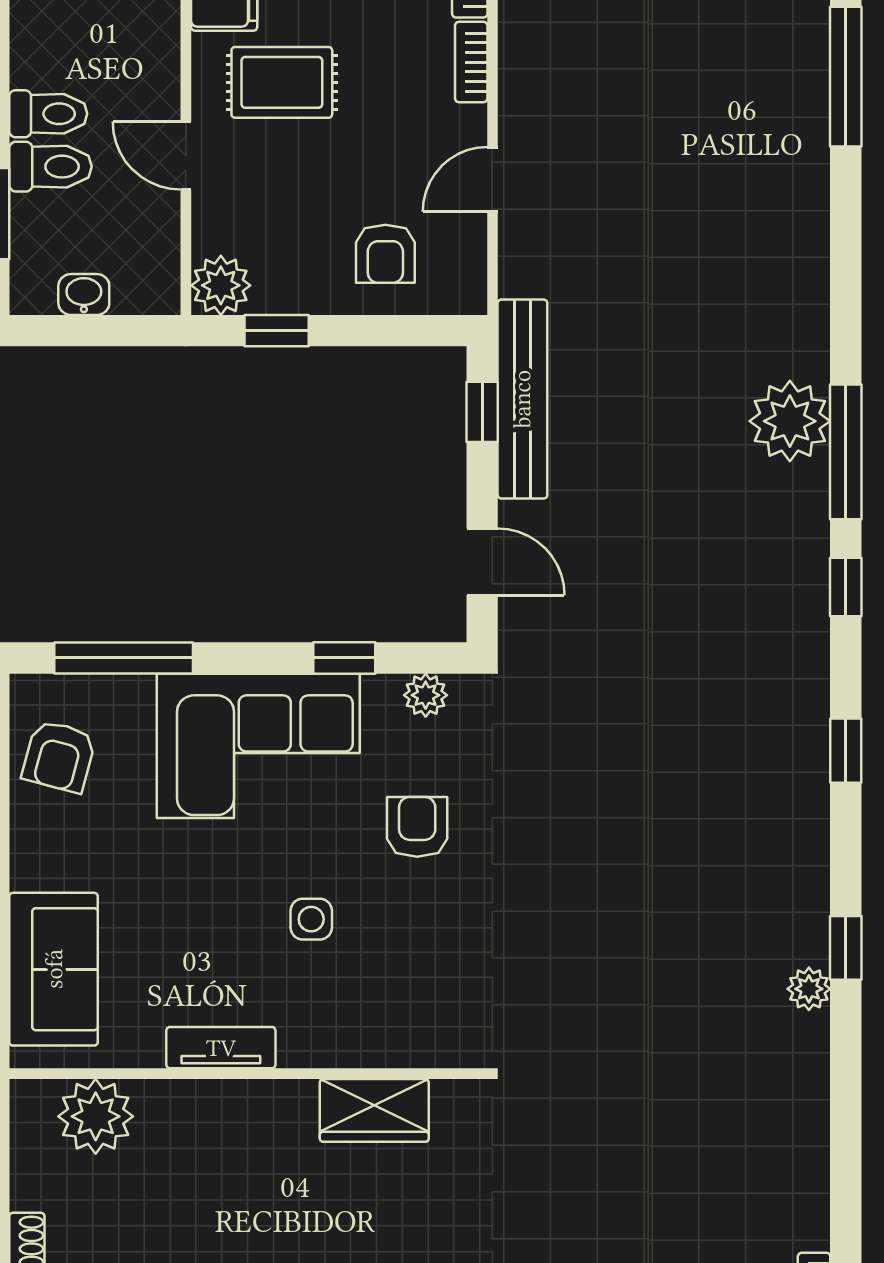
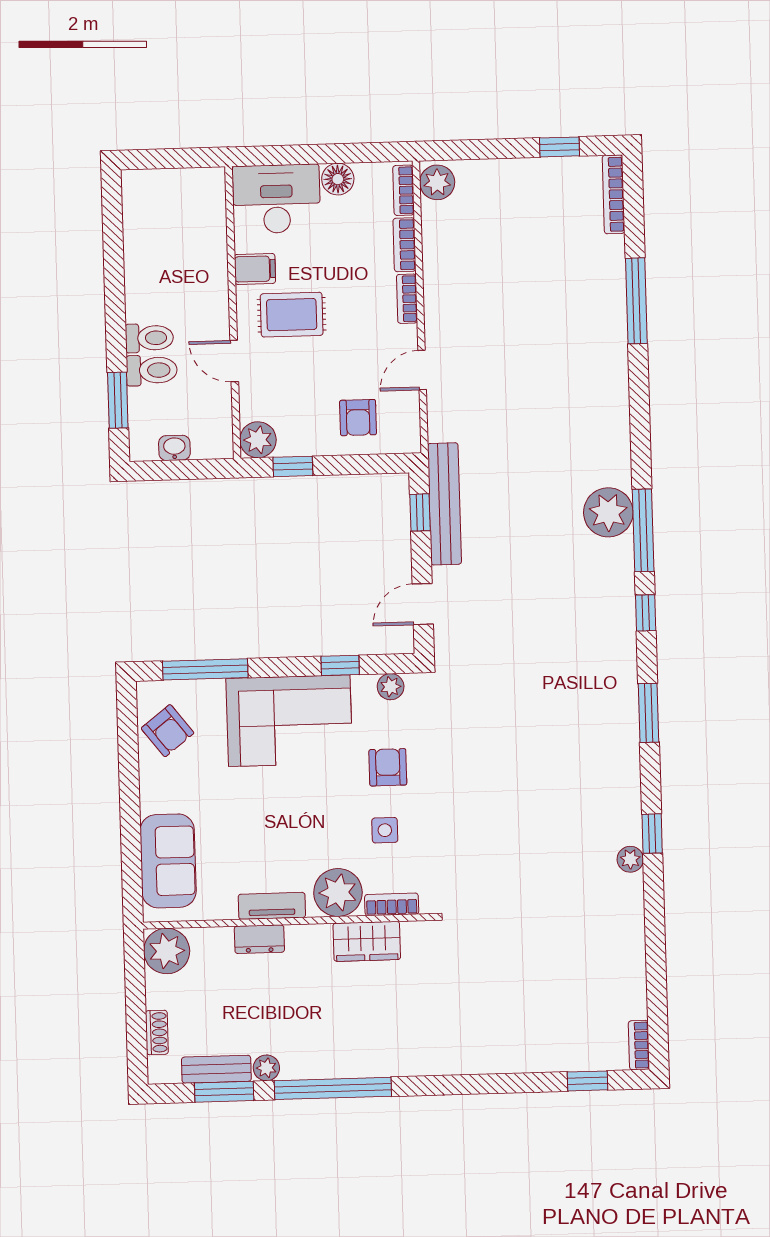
door: (482, 562) -> (423, 604), swing flipped
window: (846, 751) -> (649, 713), width x1.50
armchair: (59, 756) -> (168, 731), turned -53
side table: (311, 919) -> (385, 830), moved
plant: (330, 1029) -> (338, 892), added
bookcase: (417, 1051) -> (392, 904), added
dresser: (199, 1101) -> (259, 939), added
plant: (96, 1116) -> (167, 951), moved

